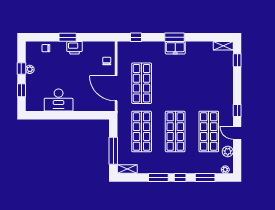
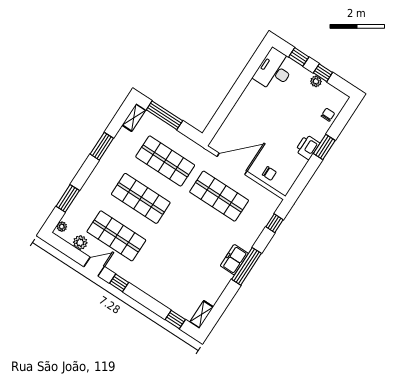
window: (174, 37) -> (246, 266), width x1.44
desk: (59, 100) -> (274, 70), moved
window: (180, 178) -> (86, 170), removed

